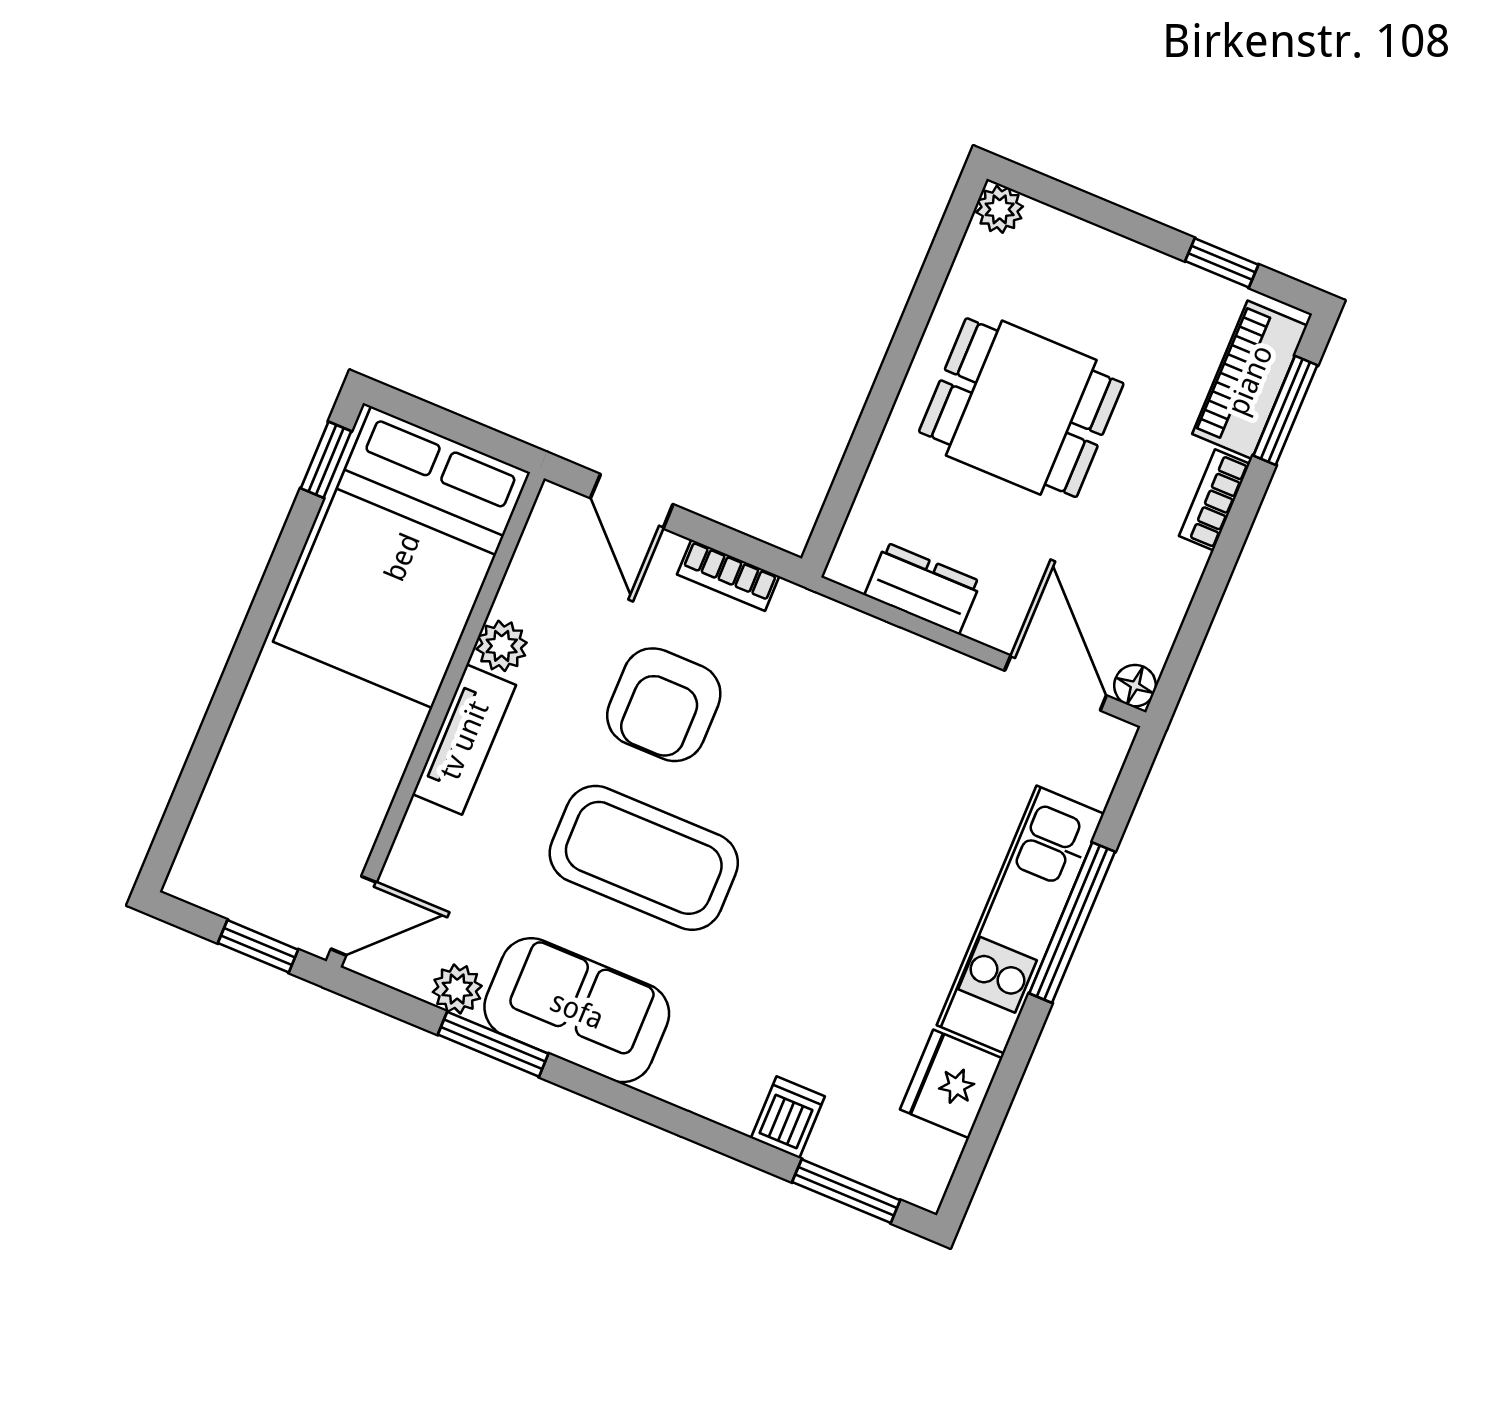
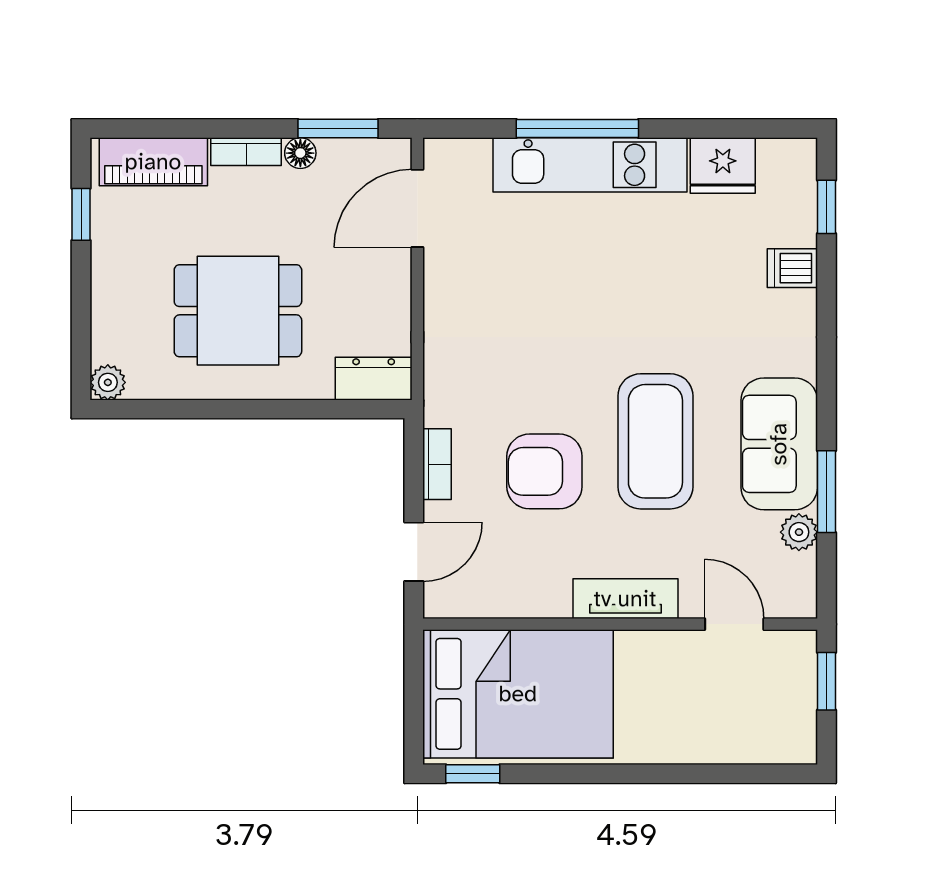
dining table: (1021, 408) -> (238, 311), turned 90
window: (1285, 410) -> (338, 128), moved
dresser: (923, 588) -> (374, 379), moved, turned 90
plant: (502, 646) -> (550, 600), removed
floor lamp: (1135, 686) -> (300, 153), moved
armchair: (664, 705) -> (544, 471), turned 180
door: (354, 916) -> (734, 624), moved
window: (846, 1191) -> (827, 207), width x0.67

